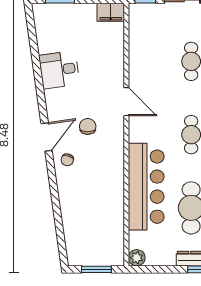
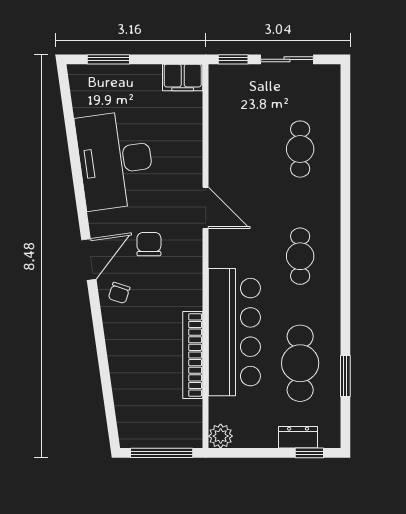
desk: (59, 70) -> (115, 160), width x1.87, depth x1.30
bookcase: (118, 202) -> (193, 355), added
window: (96, 269) -> (162, 453), width x1.44

